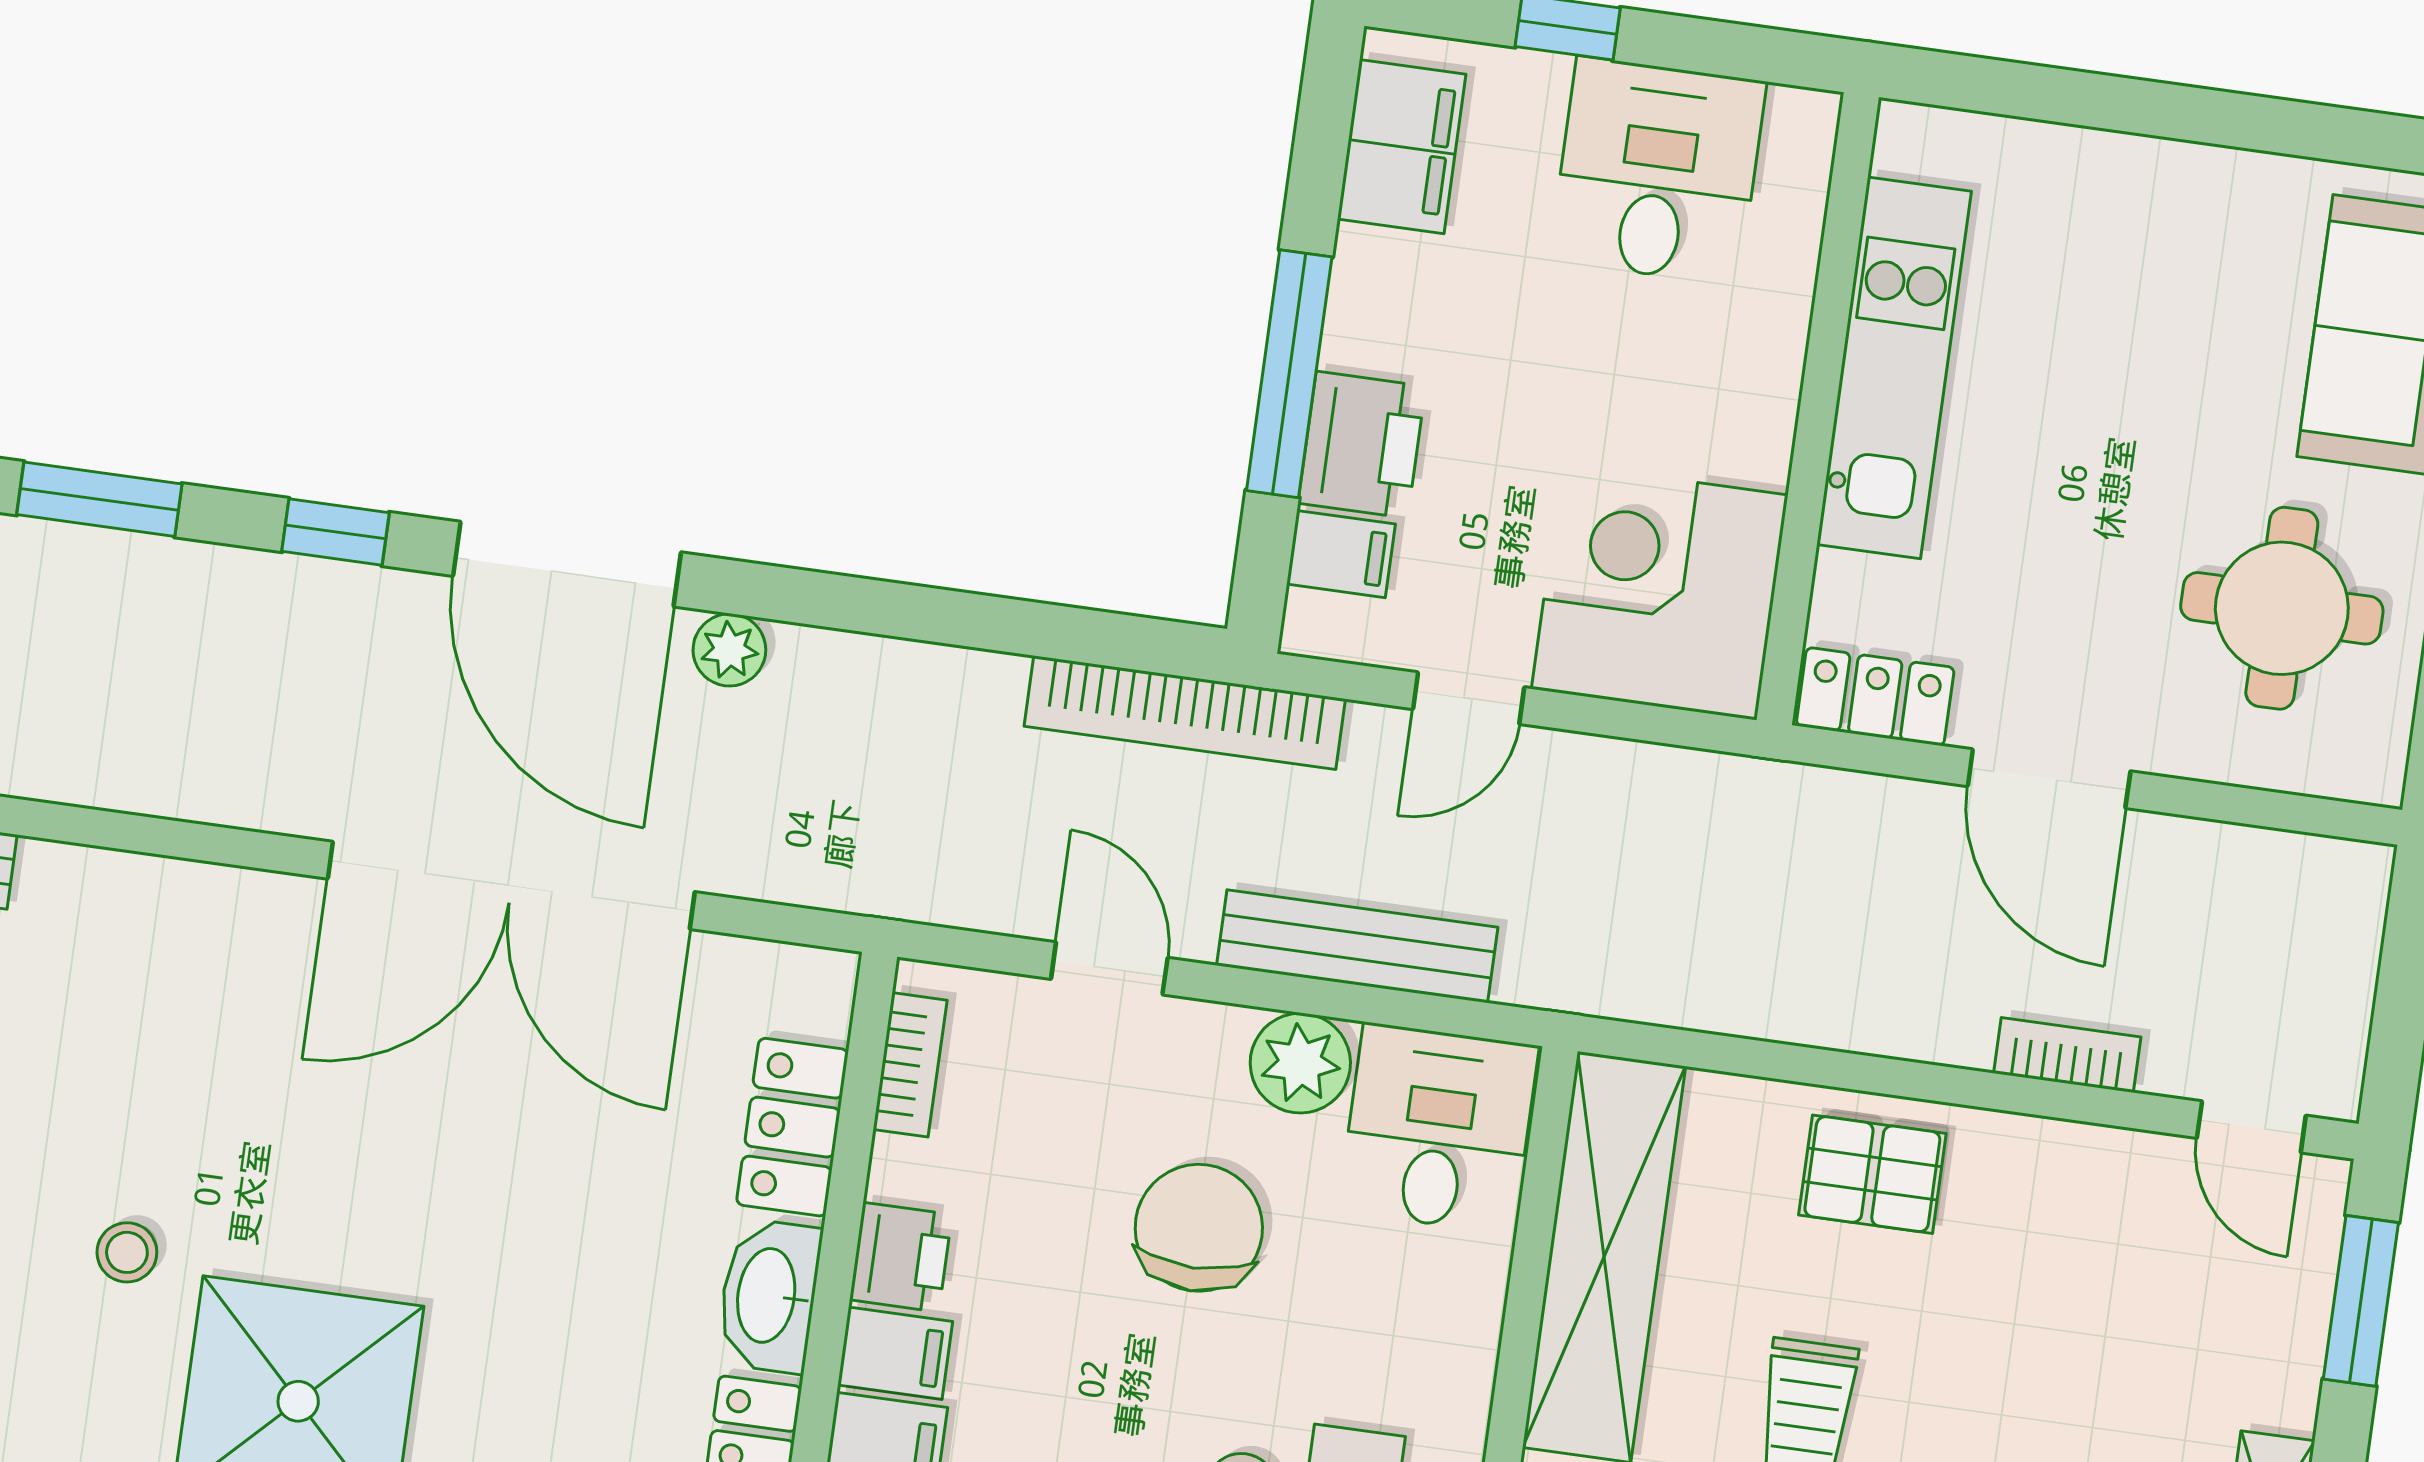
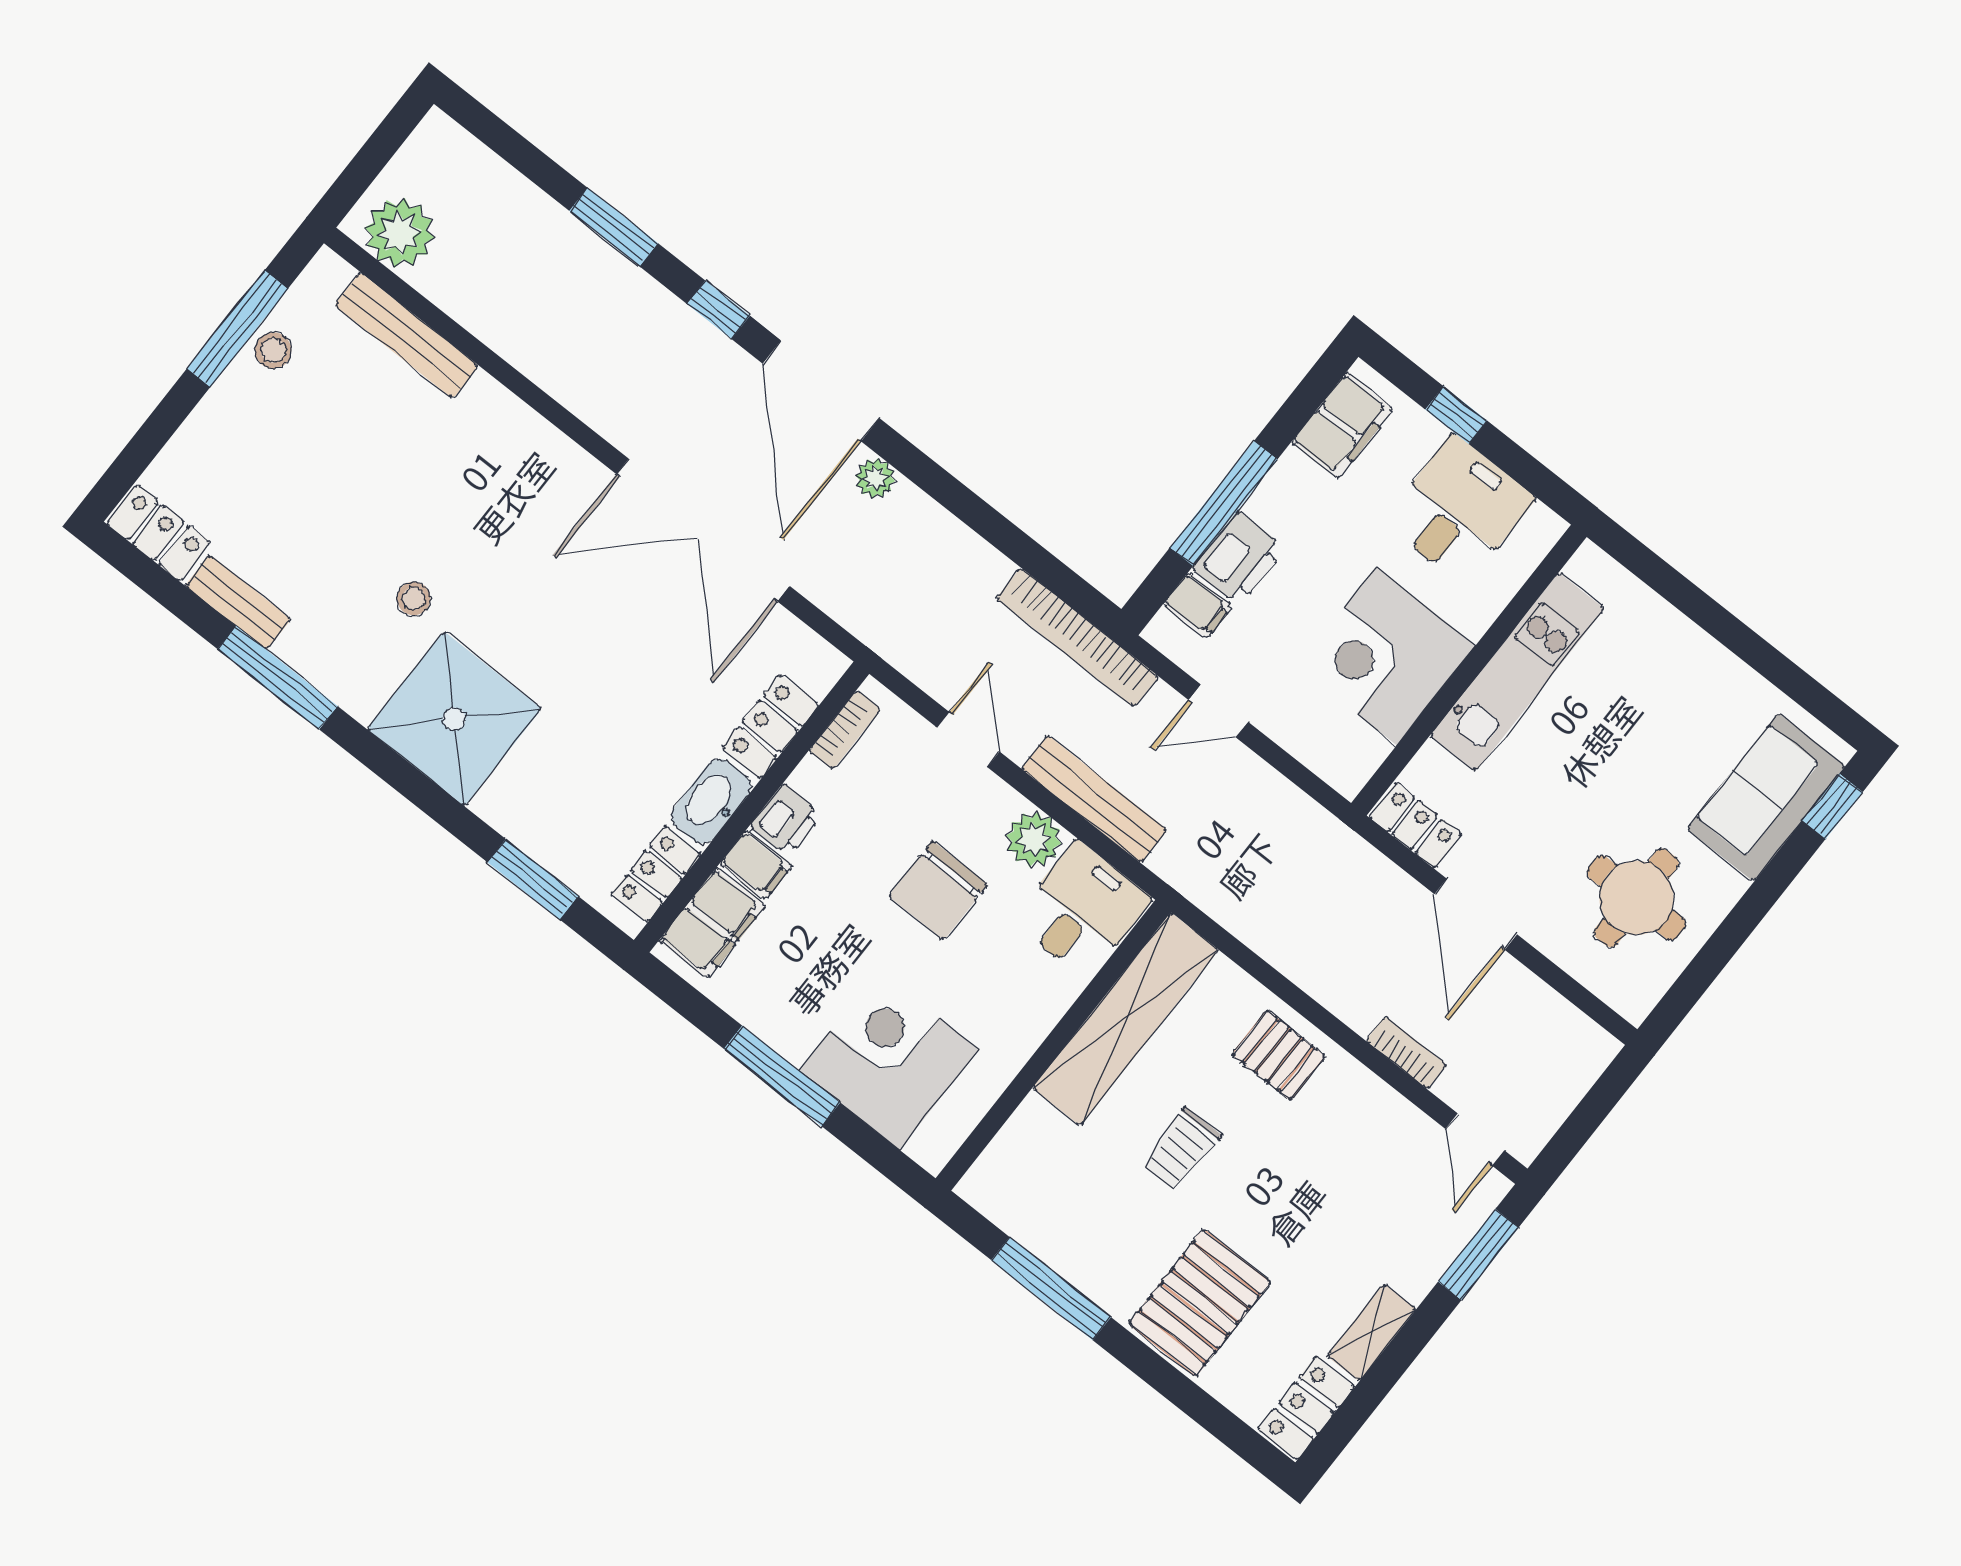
corner desk: (1660, 592) -> (1386, 656), moved, turned -90
chair: (1199, 1228) -> (938, 890), turned 180

